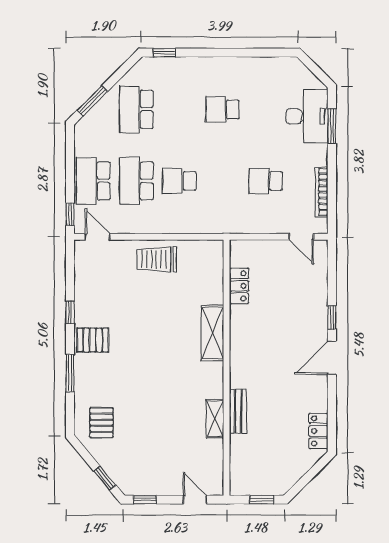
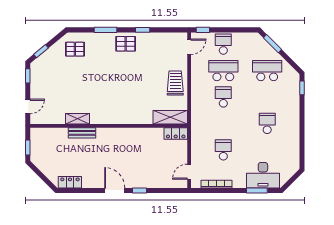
school desk: (93, 181) -> (223, 44), width x0.54
locker: (239, 286) -> (176, 134), moved
shelving: (212, 333) -> (170, 117), moved
pallet: (93, 340) -> (126, 44), turned 90

